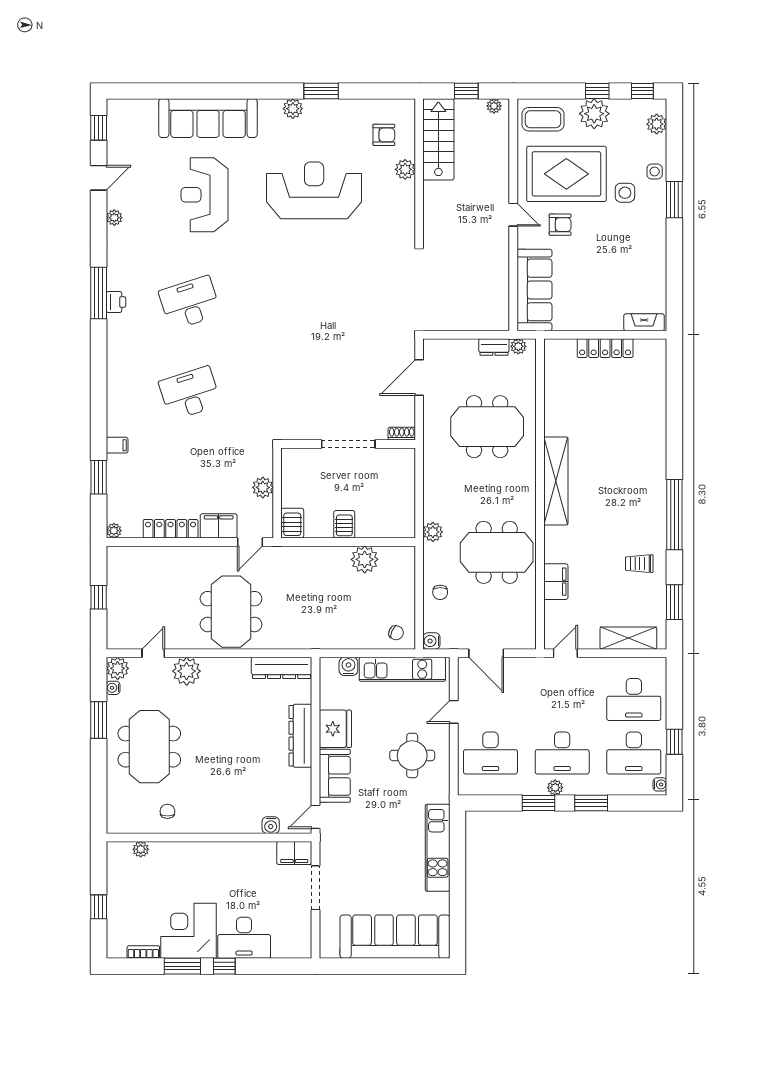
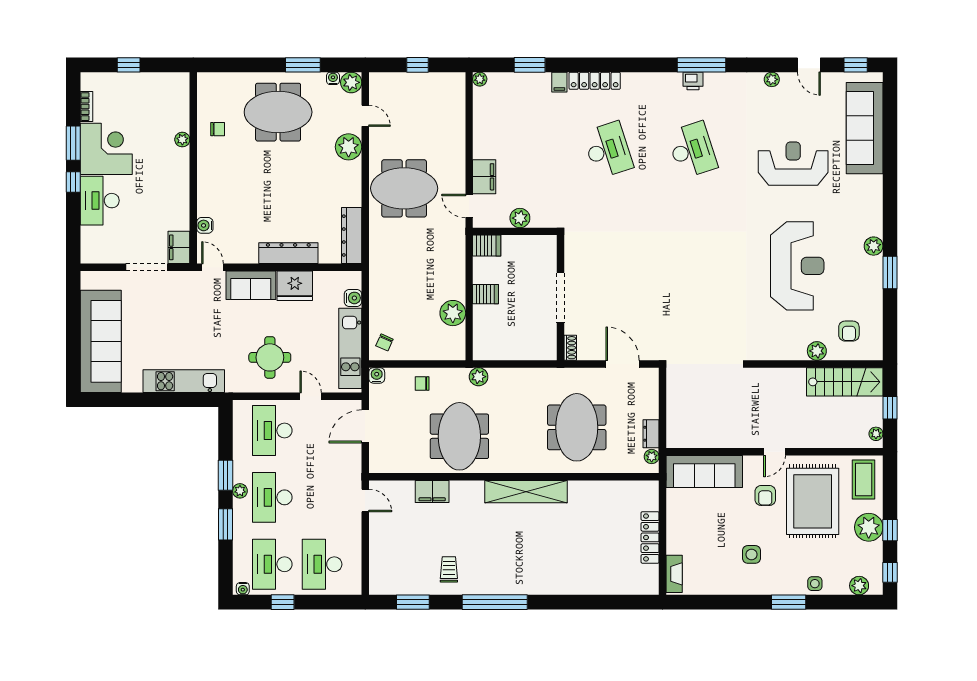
sofa: (208, 118) -> (865, 128), moved
side table: (625, 193) -> (751, 554), moved
locker: (171, 529) -> (595, 81), moved, turned 90
shelving: (628, 638) -> (379, 559), removed
plant: (141, 849) -> (182, 140), moved

